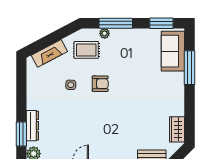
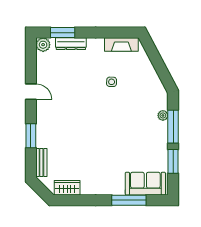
window: (161, 23) -> (173, 161), moved
rug: (86, 50) -> (146, 97), removed
fireplace: (49, 53) -> (121, 45), moved, turned -62
armchair: (100, 84) -> (113, 111), removed

